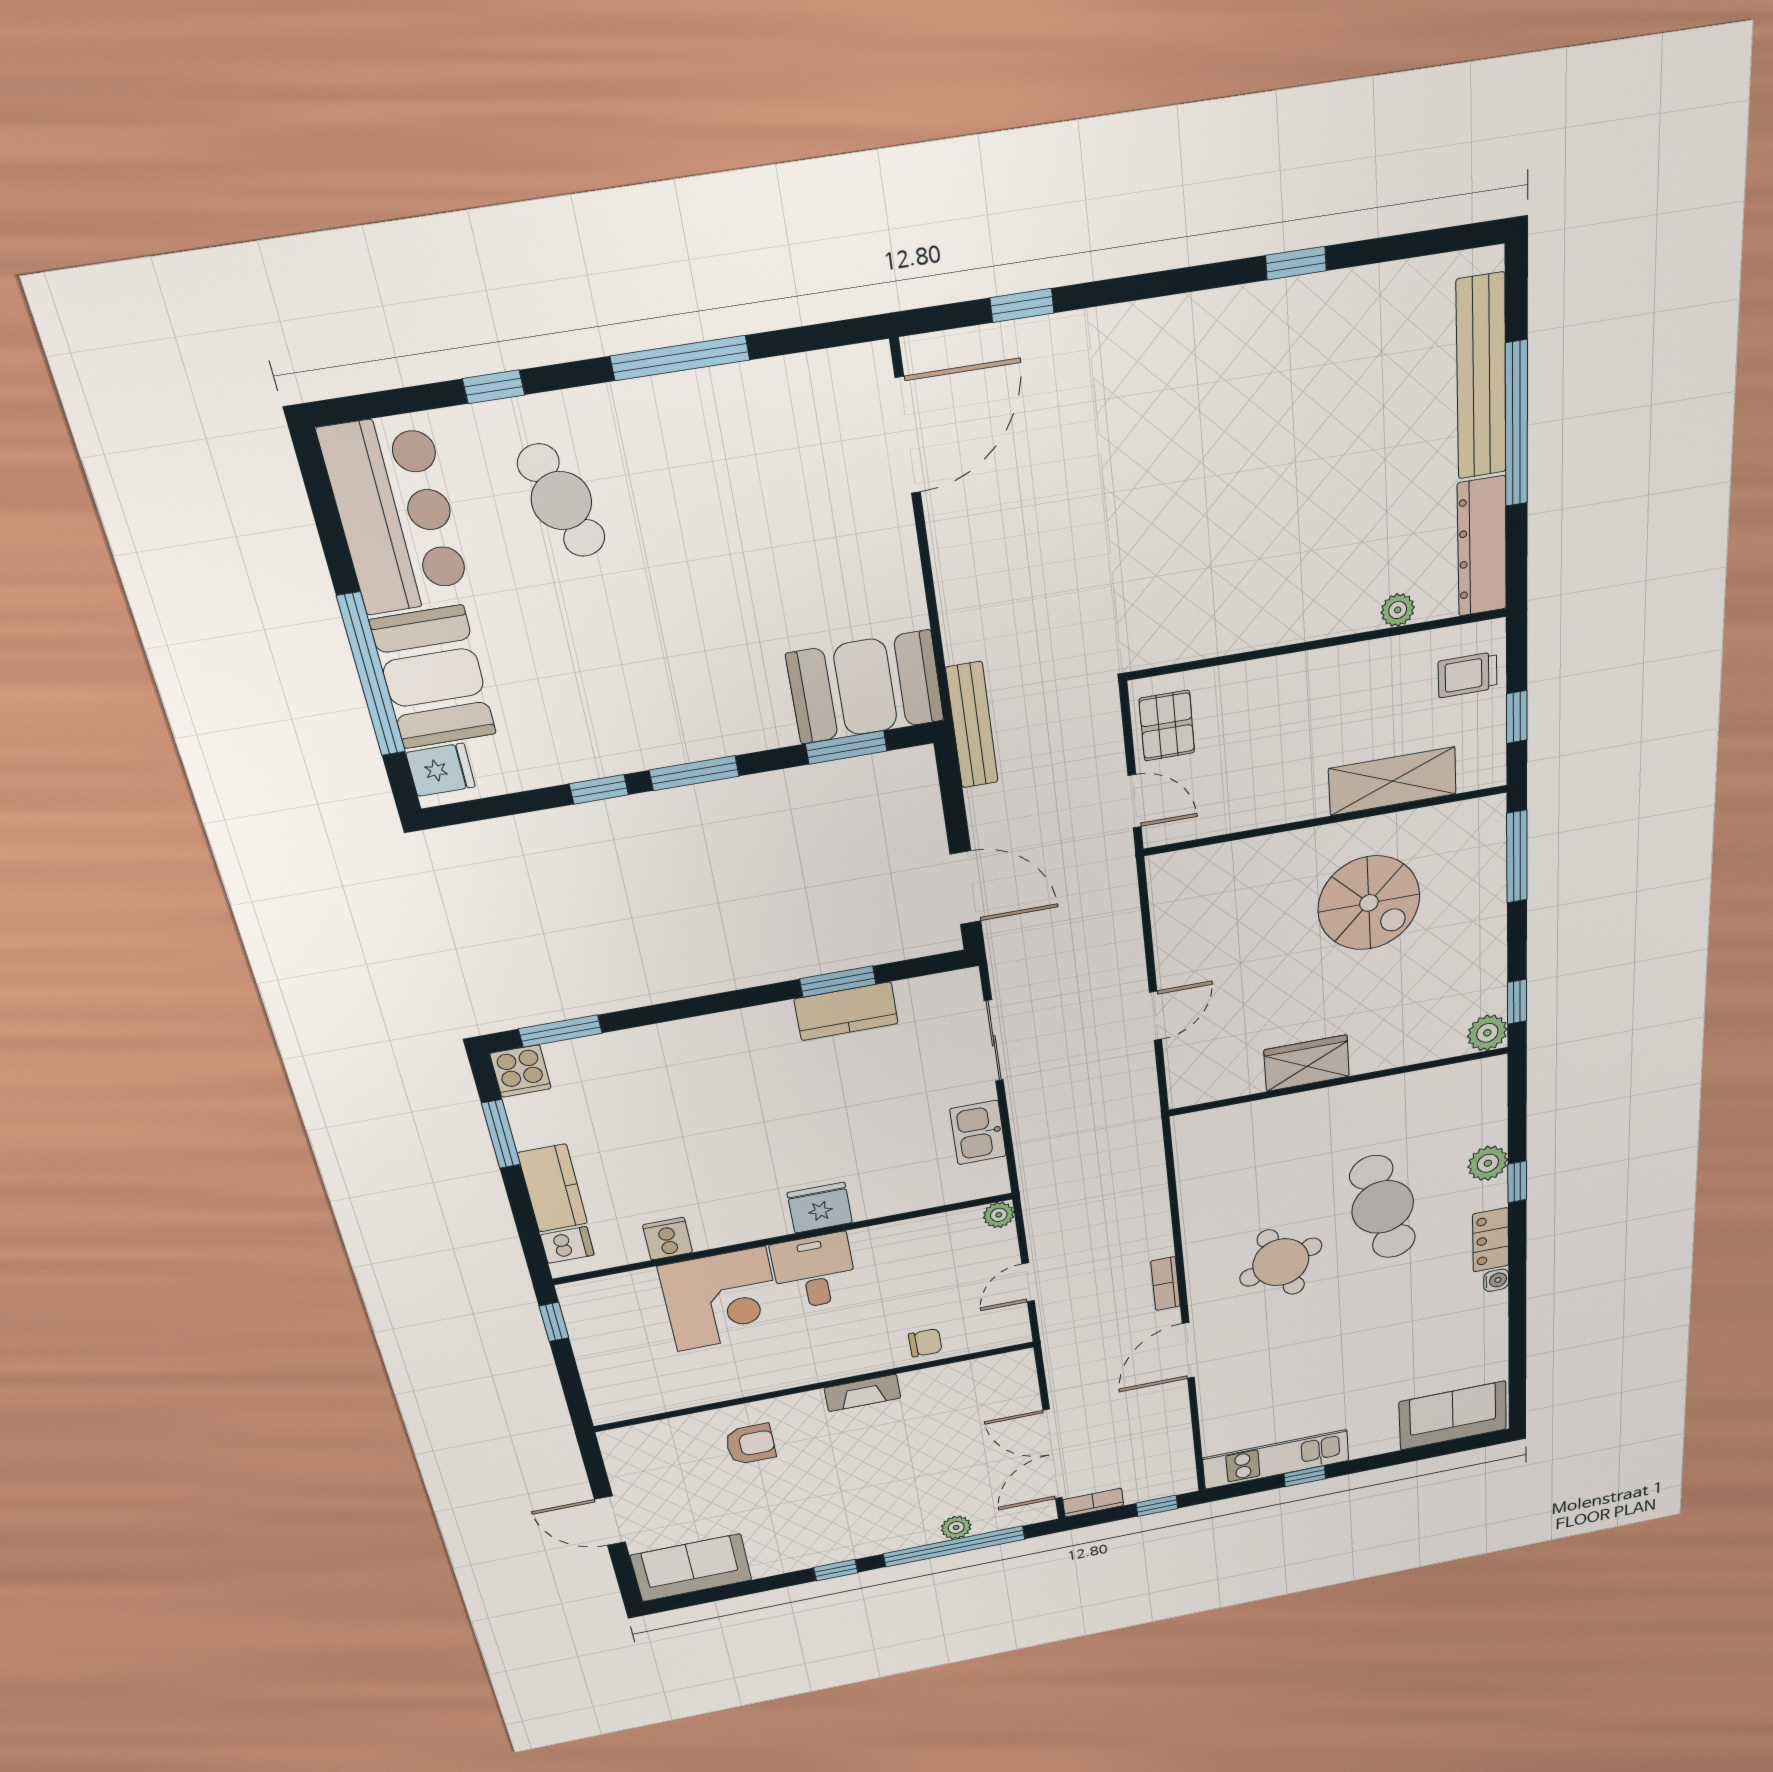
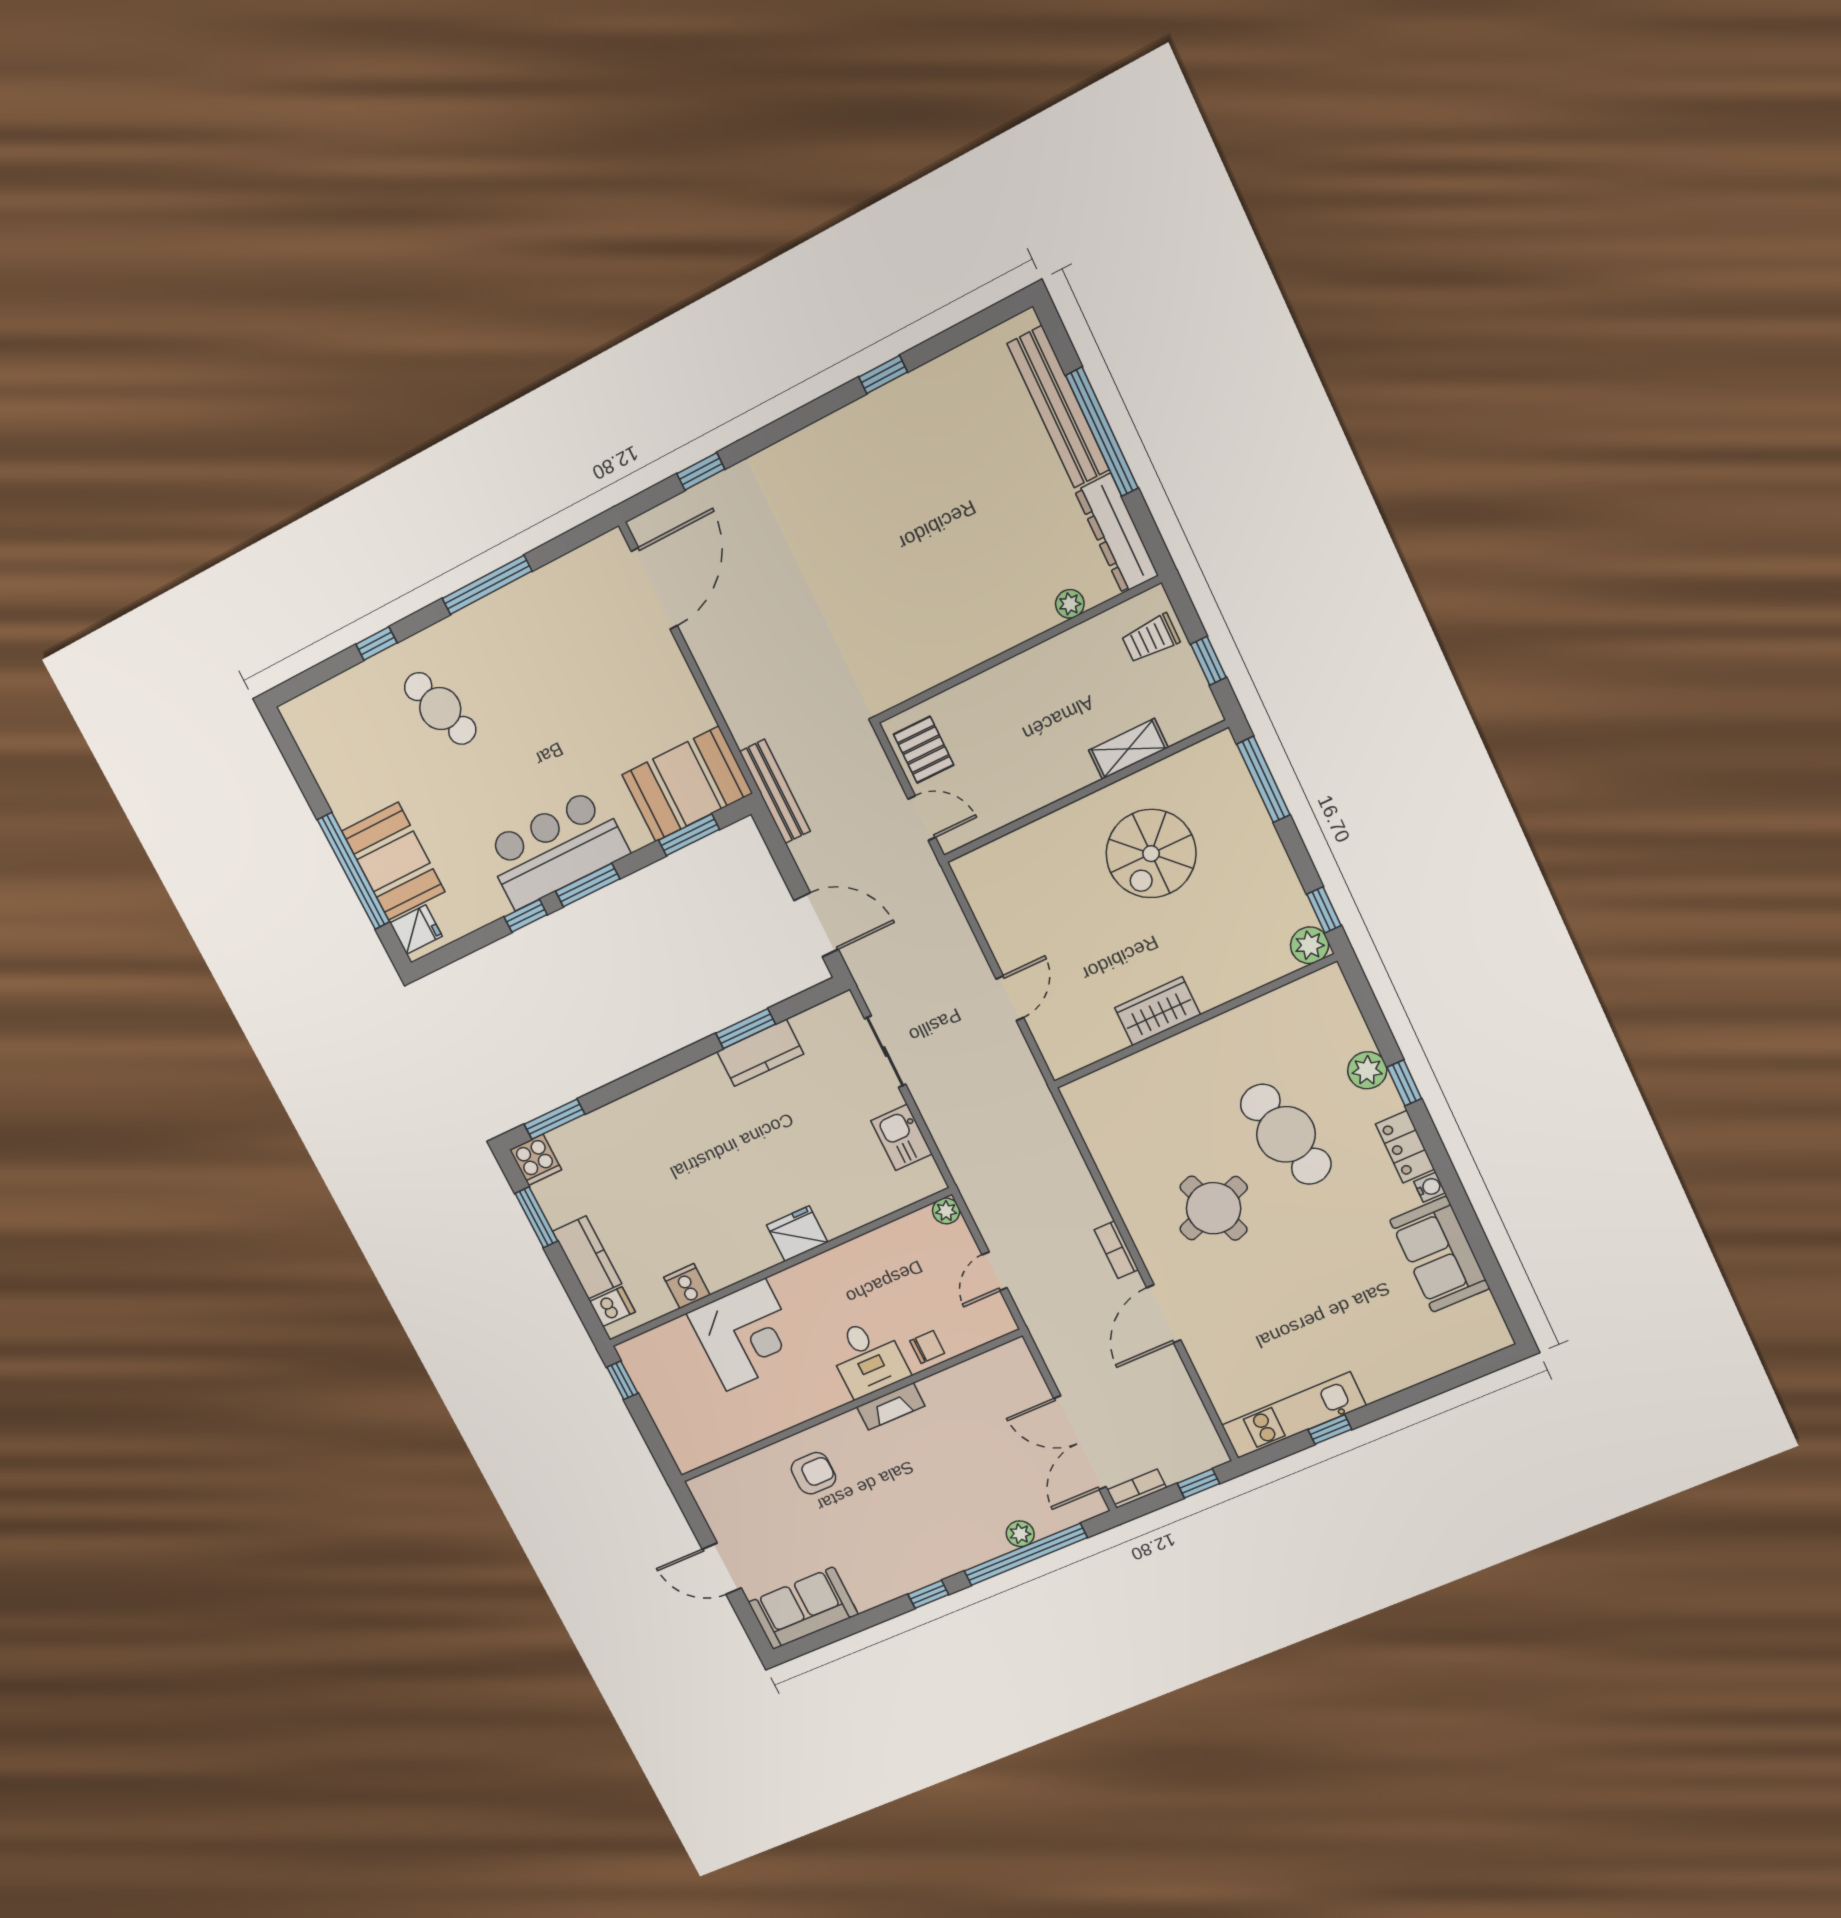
bar counter: (396, 515) -> (556, 849), moved, turned -90
shelving: (1392, 781) -> (1128, 749), width x0.67, depth x0.75
spiral stairs: (1369, 903) -> (1151, 854), turned 90
desk: (814, 1271) -> (868, 1358), moved, turned 180
sofa: (1453, 1416) -> (1440, 1254), moved, turned -90

